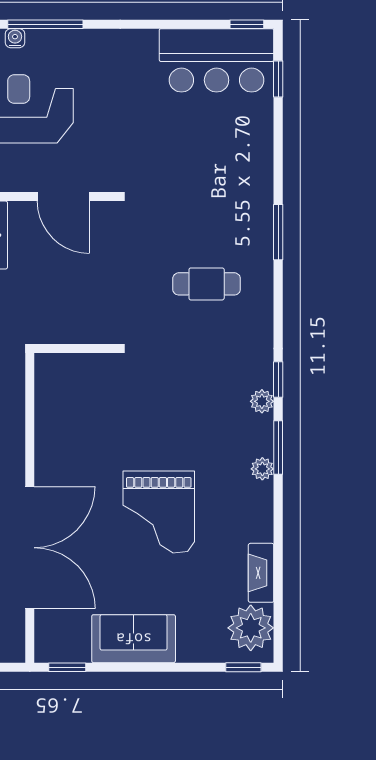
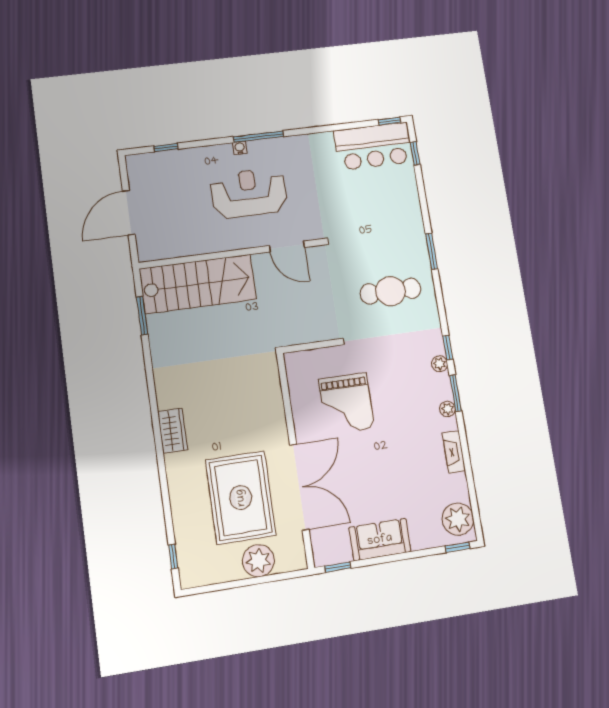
cafe table: (207, 284) -> (391, 291), width x1.37, depth x1.35
grand piano: (159, 512) -> (346, 404), moved
fireplace: (261, 573) -> (454, 452), moved

